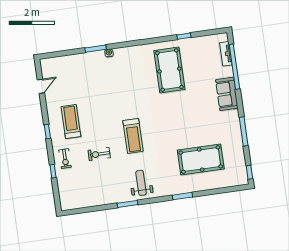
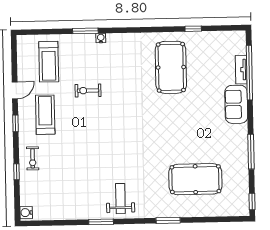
tv unit: (226, 54) -> (241, 70), moved
door: (41, 86) -> (15, 90), moved
treadmill: (133, 136) -> (49, 62), moved
exercise bike: (99, 154) -> (88, 91), moved
water cooler: (65, 204) -> (26, 213), added

